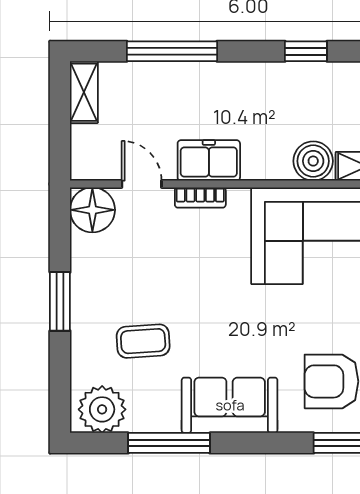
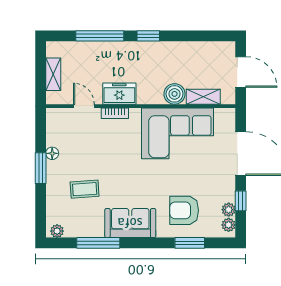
window: (306, 51) -> (148, 36), moved
shelving: (84, 92) -> (53, 74), moved
floor lamp: (92, 210) -> (52, 153), moved, width x0.53, depth x0.53
plant: (102, 409) -> (57, 231), width x0.53, depth x0.53

